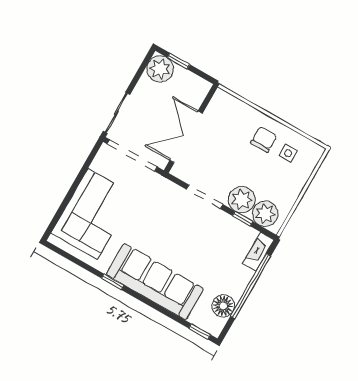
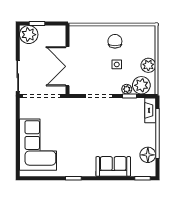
side table: (288, 153) -> (117, 64), moved
plant: (288, 194) -> (148, 65), added
plant: (242, 200) -> (127, 89), width x0.53, depth x0.53
sofa: (155, 282) -> (113, 166), width x0.54, depth x0.79

